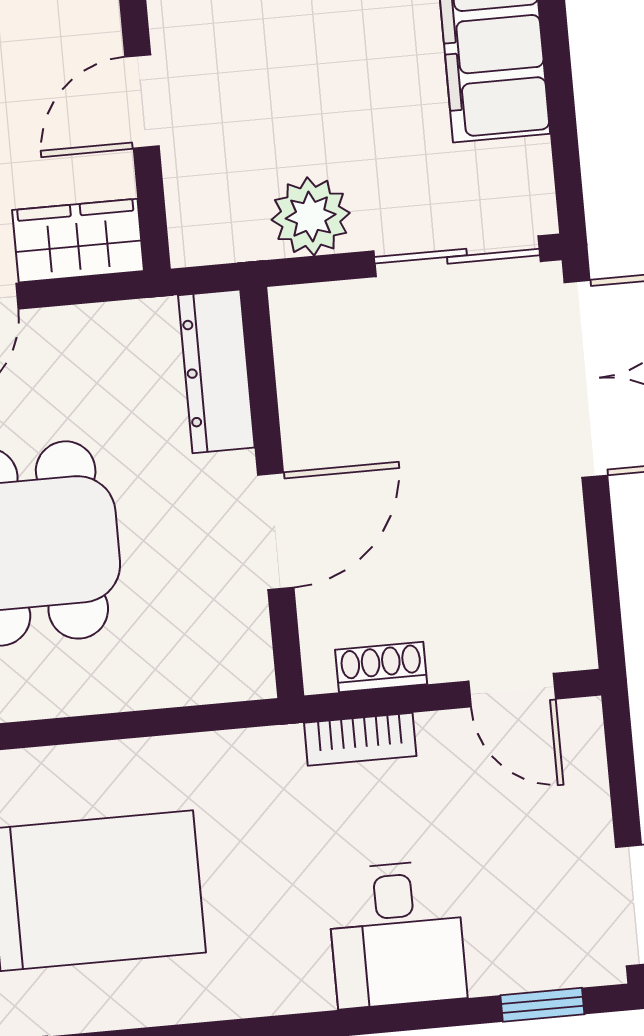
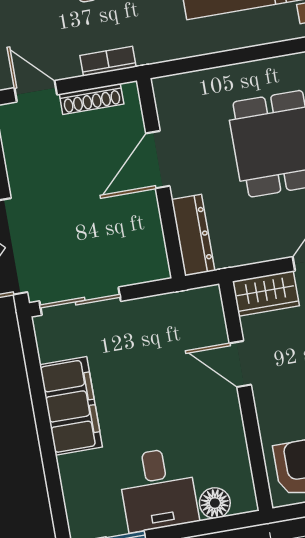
door: (142, 102) -> (240, 364), swing flipped
plant: (311, 216) -> (153, 315), removed
shoe rack: (381, 667) -> (92, 99), width x1.43

